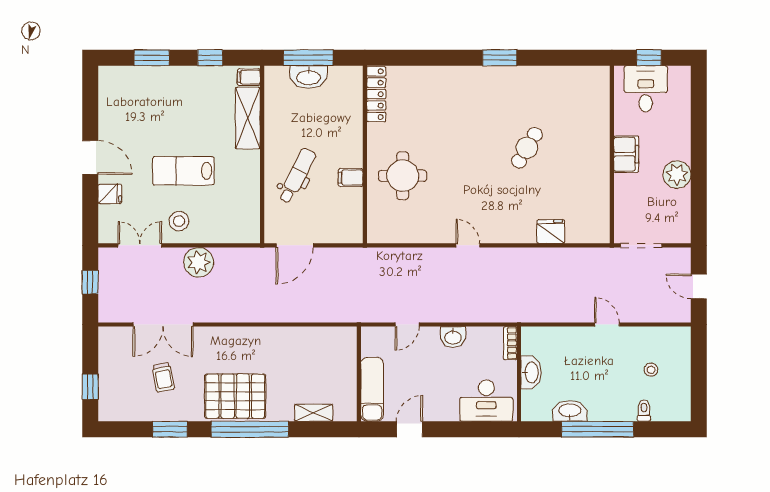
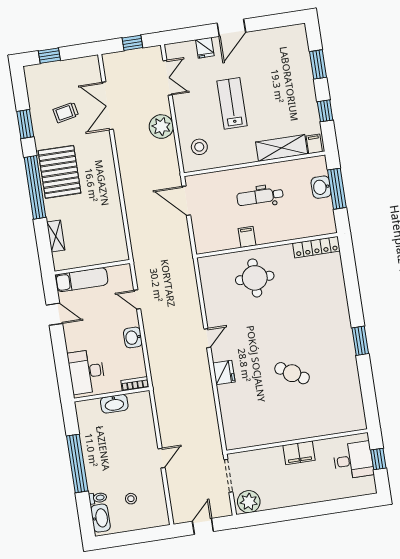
washbasin: (309, 77) -> (321, 187), width x0.72
plant: (677, 175) -> (249, 502), moved
dental chair: (297, 176) -> (260, 196), moved, turned 153
stool: (179, 221) -> (199, 147), moved
fridge: (551, 232) -> (224, 373), moved
washbasin: (570, 411) -> (100, 518), moved

